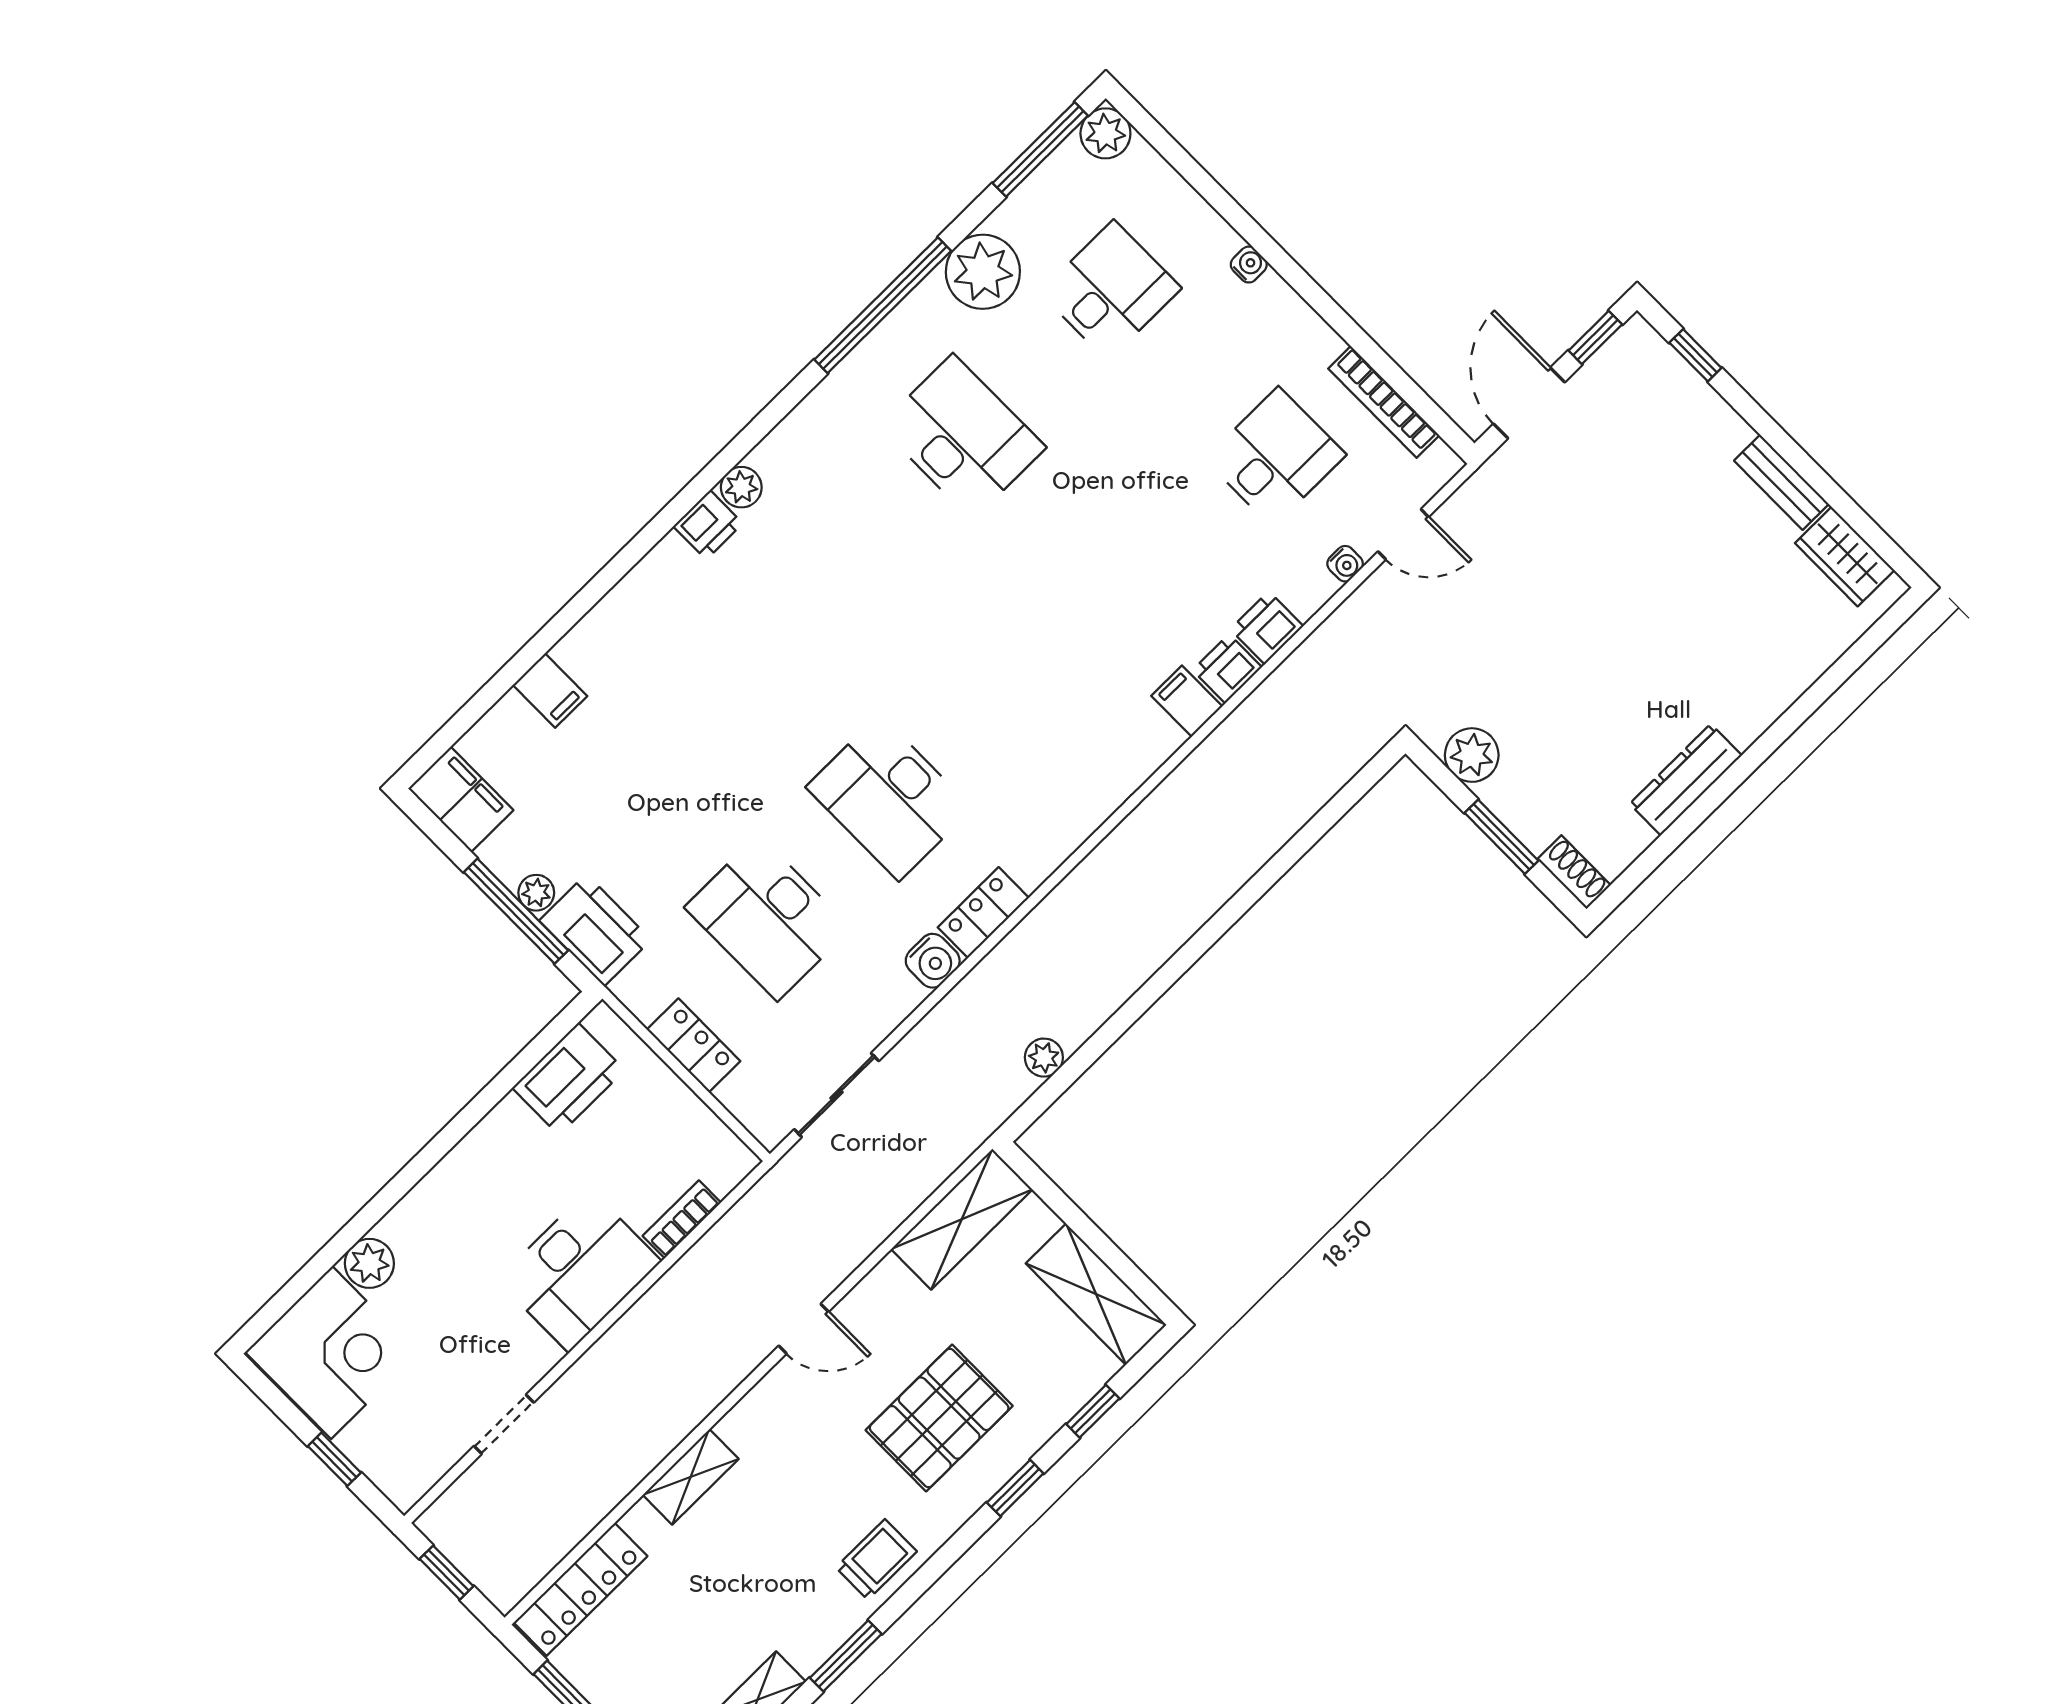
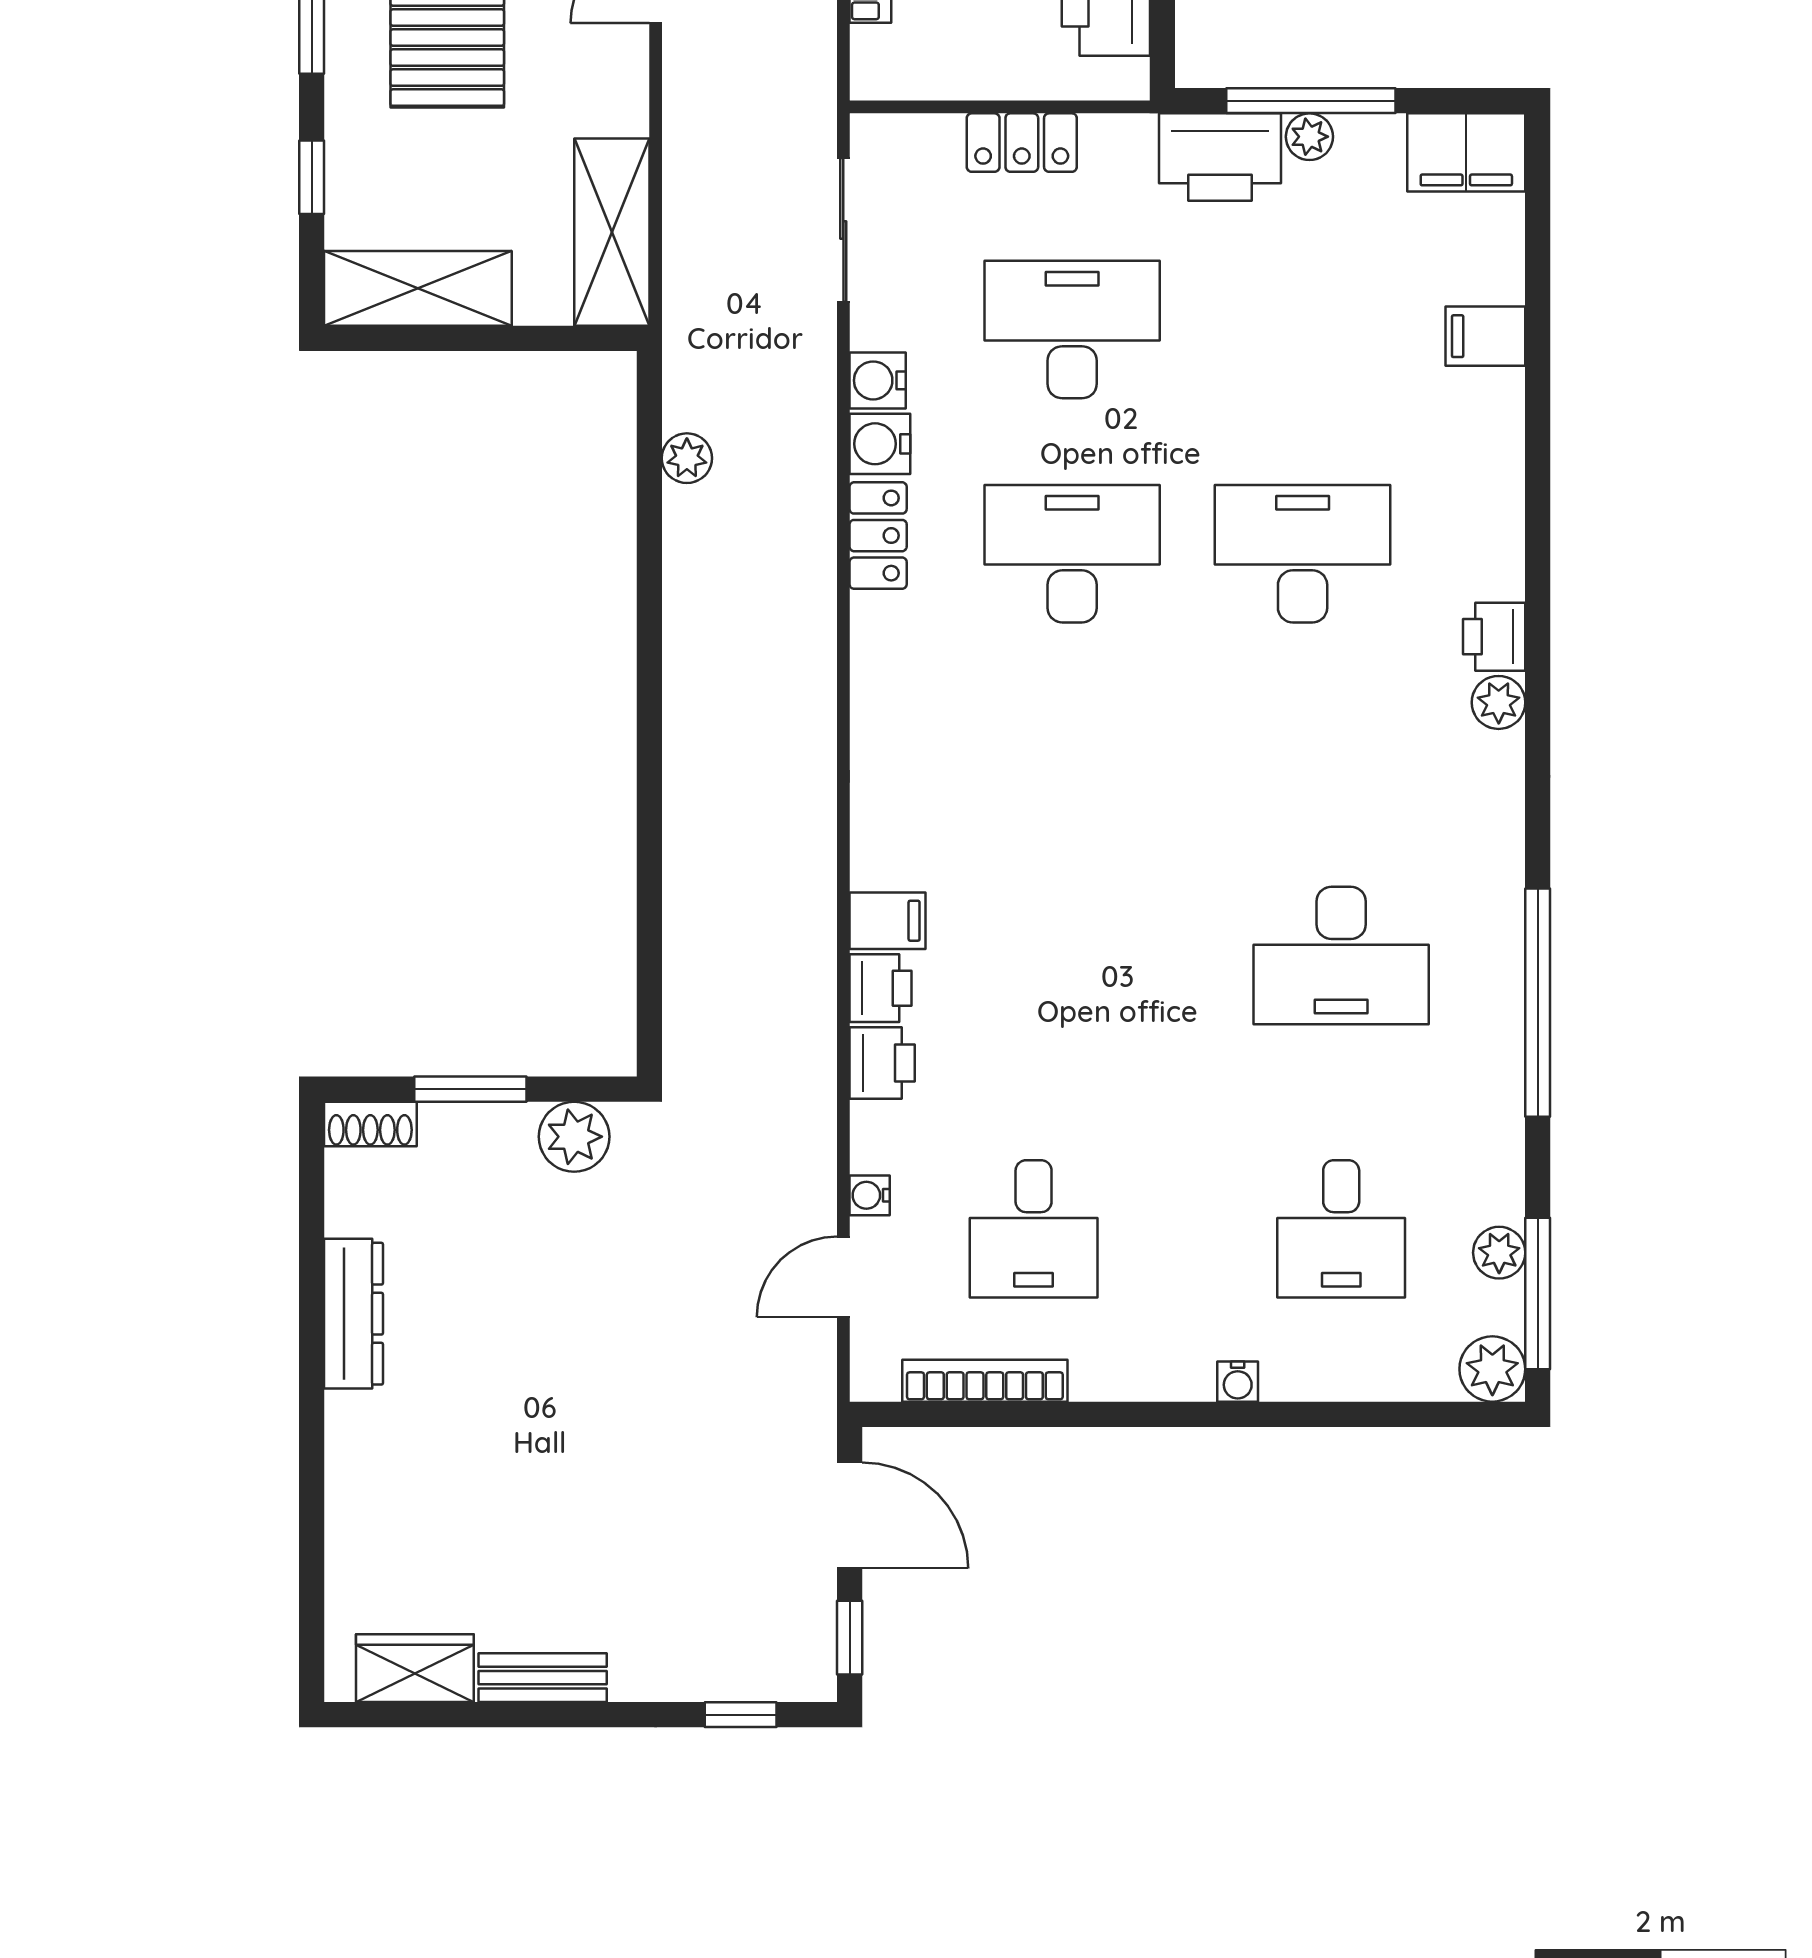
plant: (983, 272) -> (1499, 1253), moved, width x0.53, depth x0.53
desk: (766, 673) -> (1303, 554), added
water cooler: (900, 996) -> (878, 380), added

